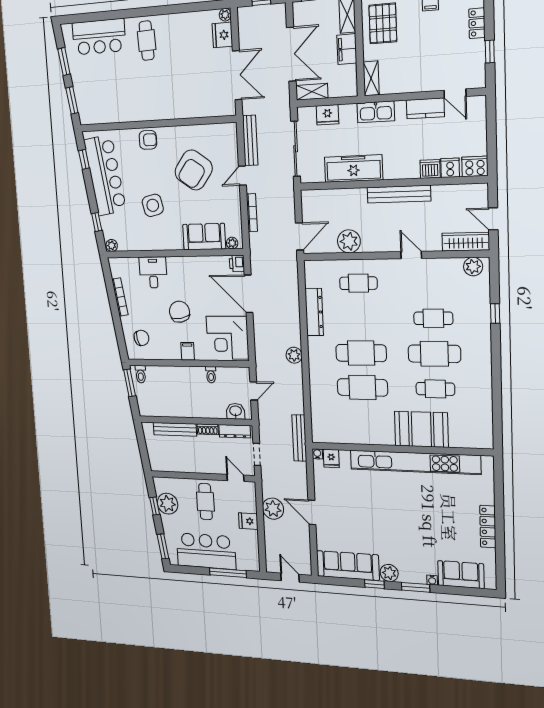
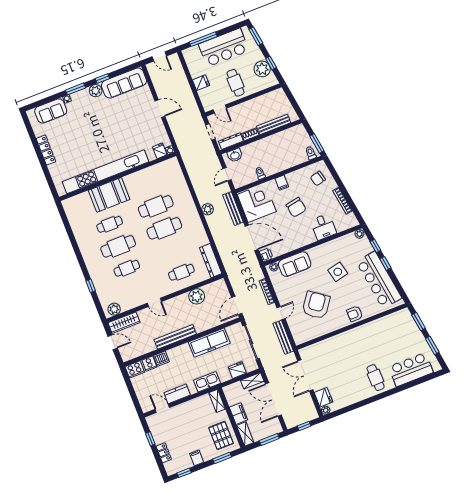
window: (84, 159) -> (385, 263), moved
door: (300, 236) -> (237, 305), moved
dresser: (314, 312) -> (211, 261), moved
bench: (299, 438) -> (233, 209), moved
plant: (273, 509) -> (187, 99), removed

